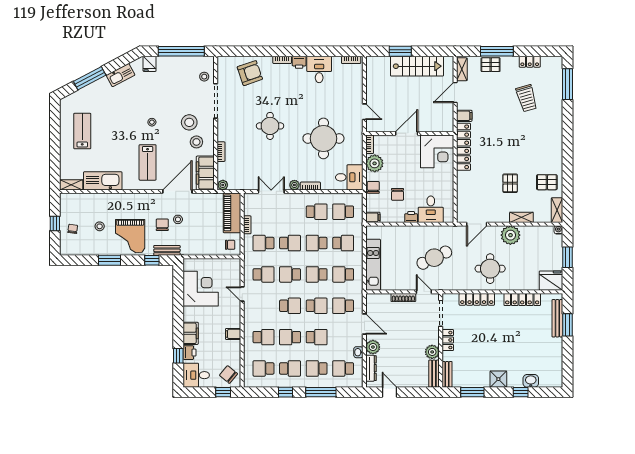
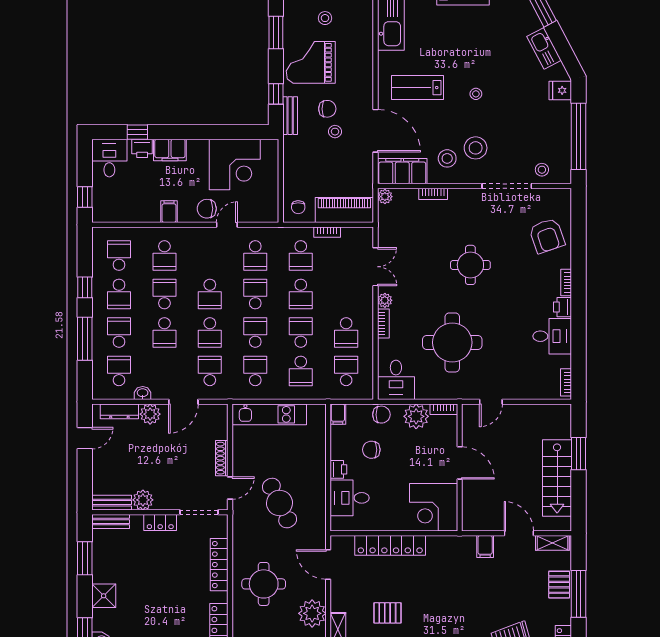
locker: (464, 147) -> (390, 545), moved
school desk: (263, 243) -> (301, 256), turned 180
chair: (228, 374) -> (207, 209), moved, turned -129

